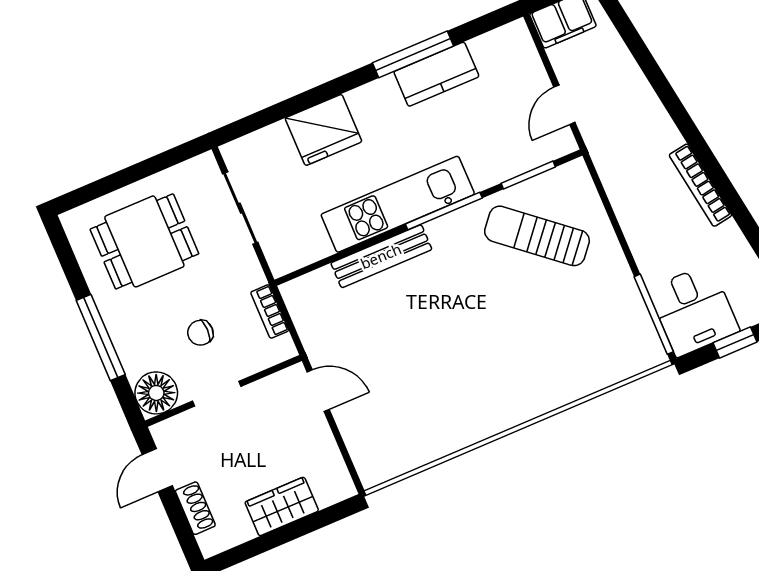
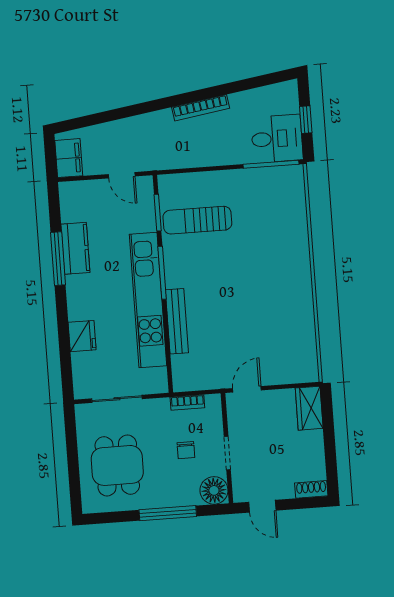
fridge: (323, 130) -> (82, 336), width x0.73, depth x0.75
kitchen unit: (398, 204) -> (148, 300), width x1.36
sun lounger: (537, 236) -> (197, 220), turned 50
wardrobe: (282, 506) -> (309, 408), moved
shoe rack: (195, 508) -> (311, 489), moved

